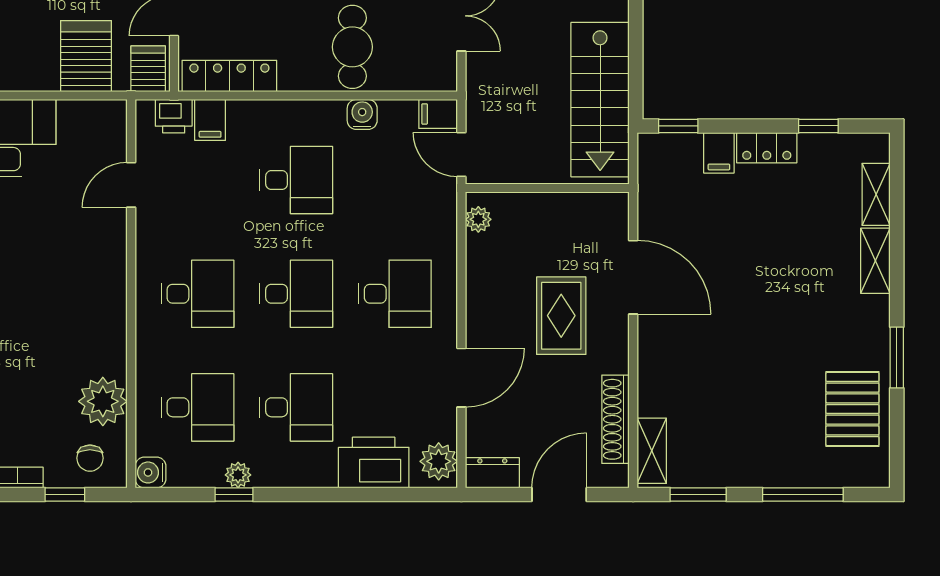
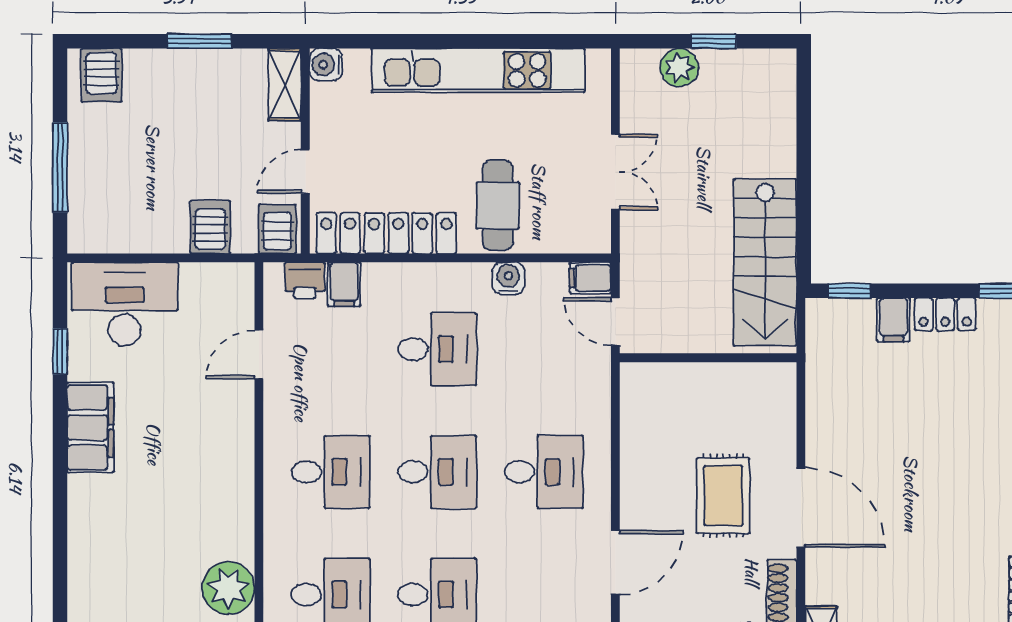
server rack: (86, 56) -> (210, 227), width x0.73, depth x0.70
locker: (229, 76) -> (386, 233), width x1.41, depth x1.21
plant: (478, 219) -> (634, 392), removed
door: (633, 277) -> (801, 508), moved

